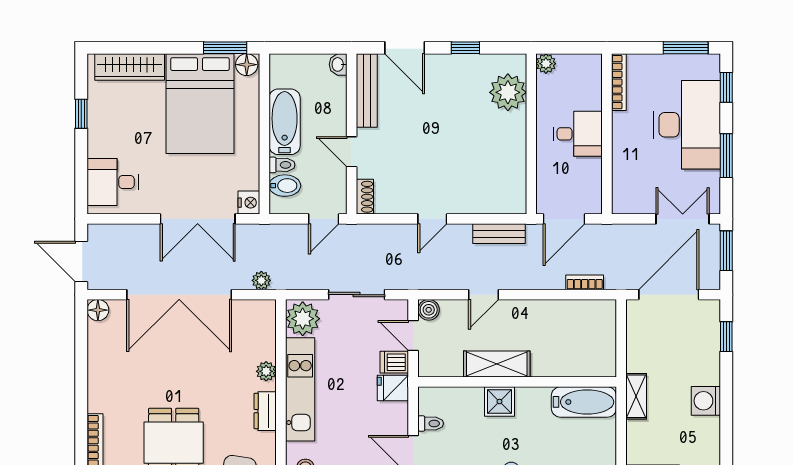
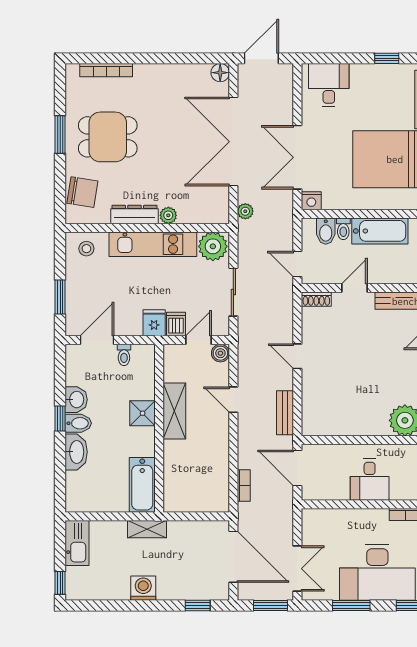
dresser: (265, 411) -> (135, 215), width x1.44

